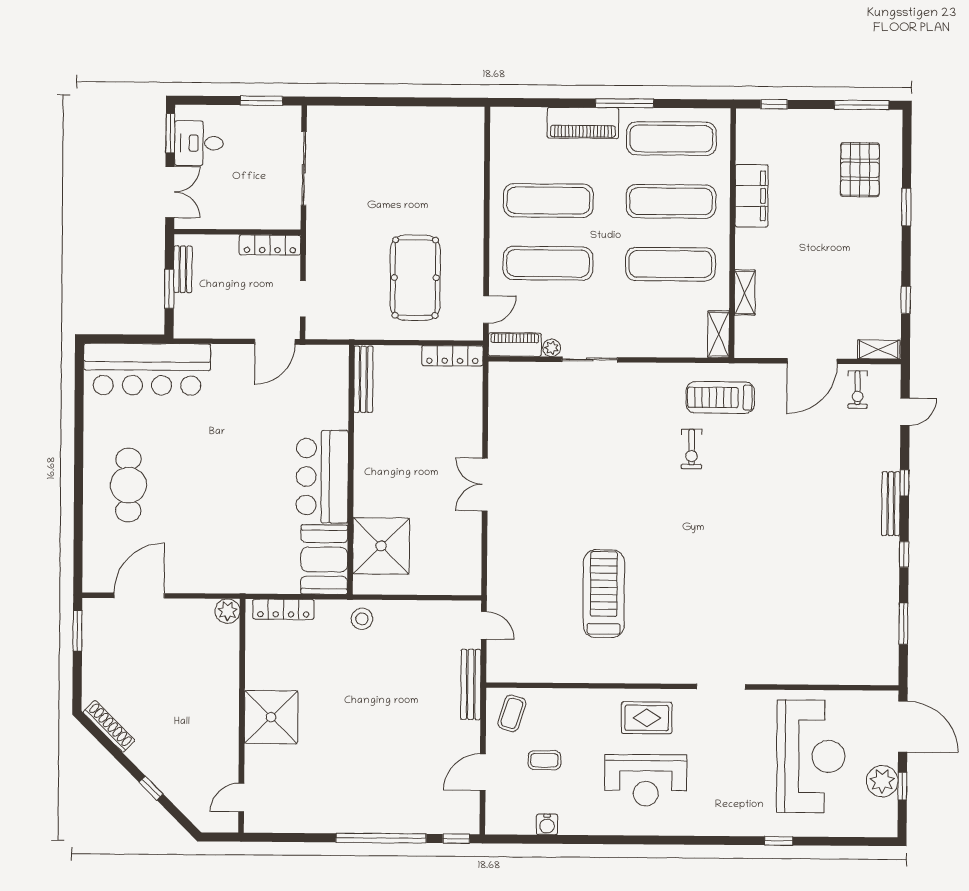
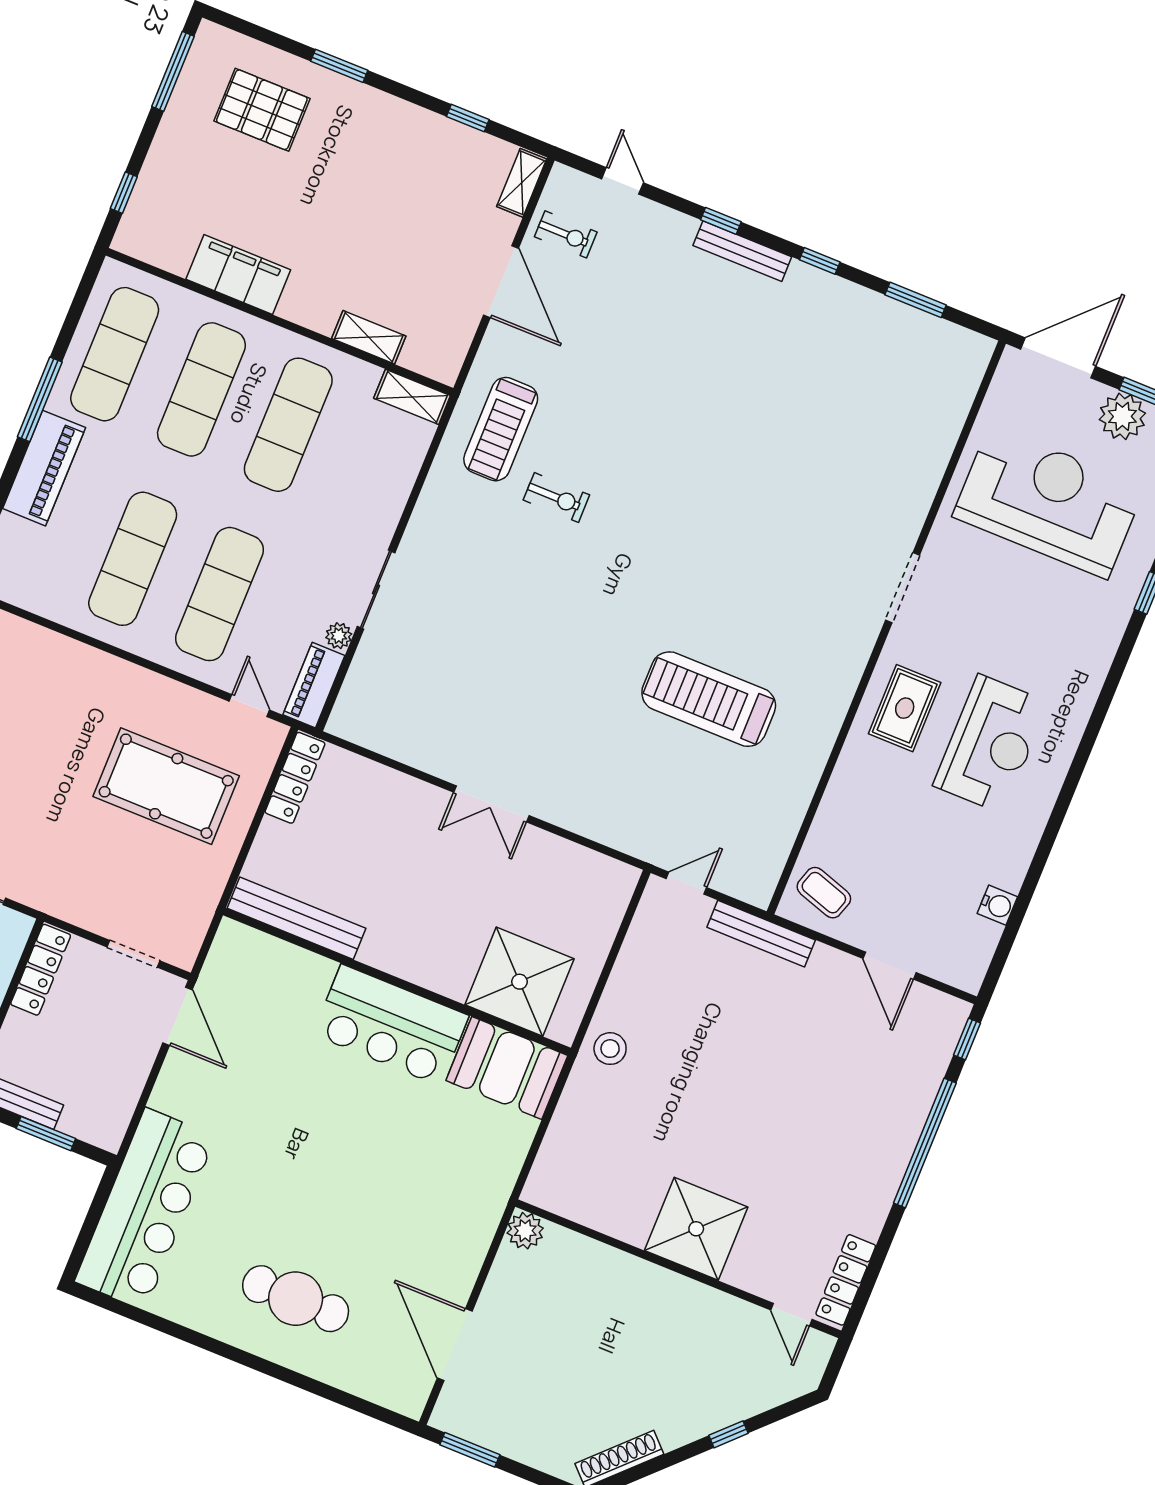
bench: (363, 379) -> (297, 918), width x1.37, depth x1.21
locker: (283, 609) -> (846, 1280), moved, turned 180
coffee table: (544, 760) -> (907, 873), removed

